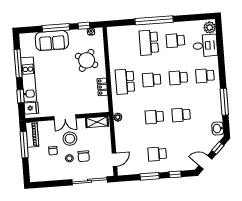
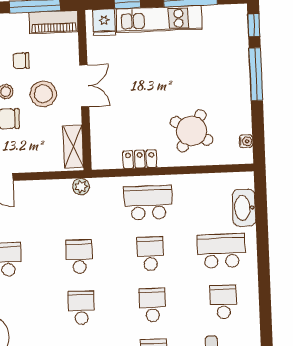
window: (154, 20) -> (263, 262), removed
window: (84, 26) -> (254, 25), moved
washbasin: (126, 32) -> (244, 208), added
sofa: (52, 41) -> (232, 66), removed
double door: (65, 117) -> (84, 86), swing flipped

